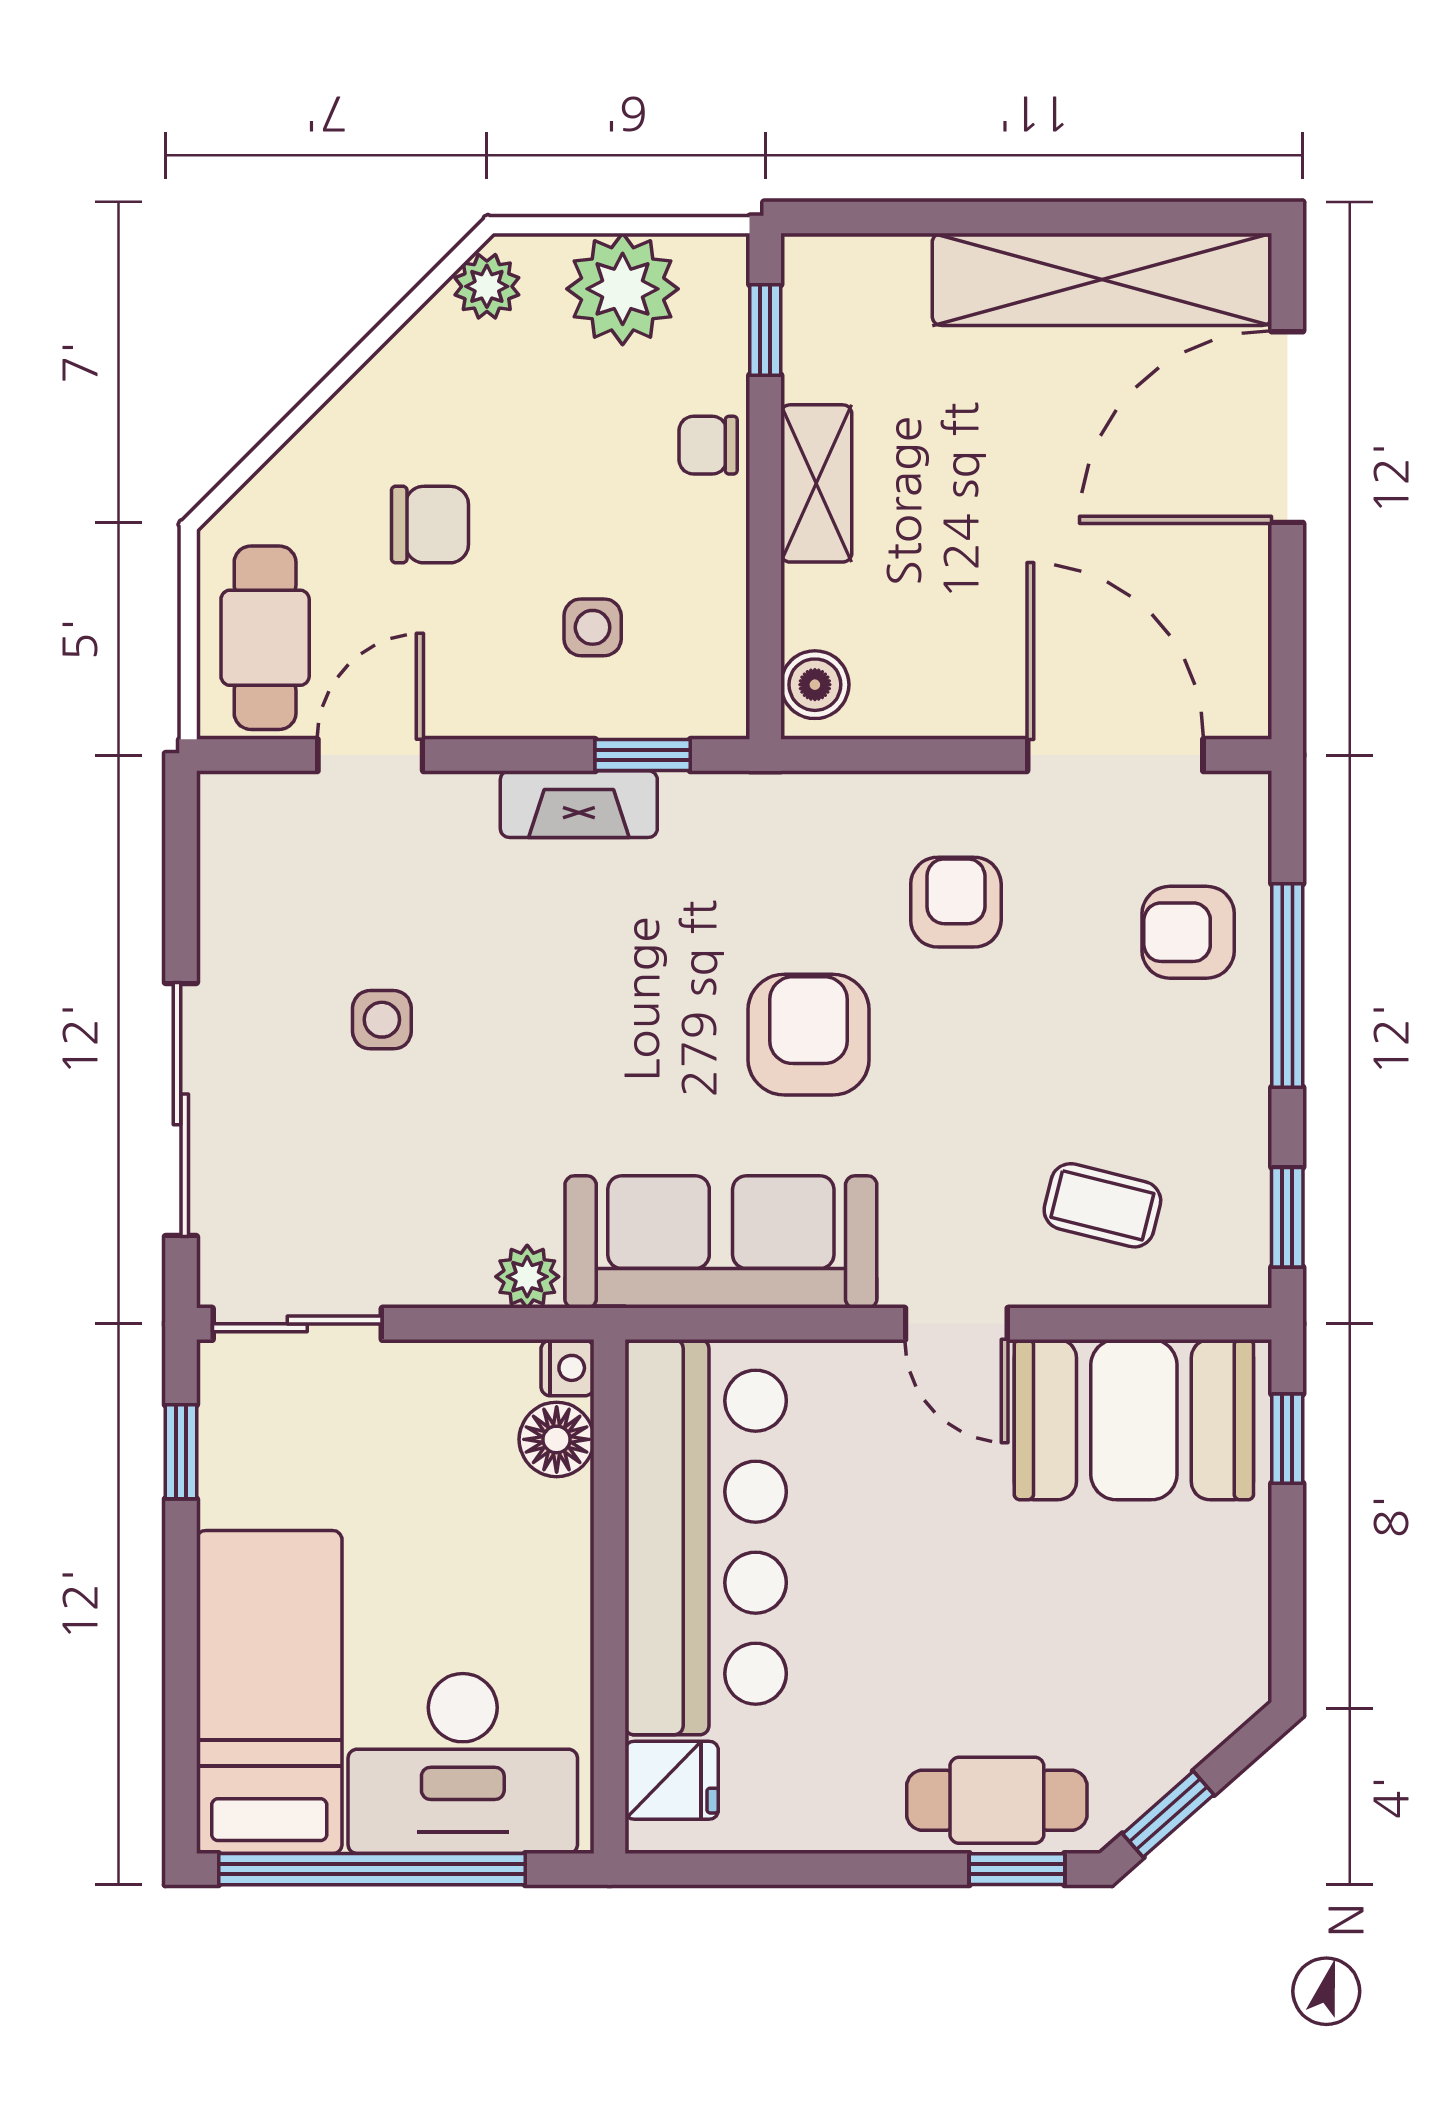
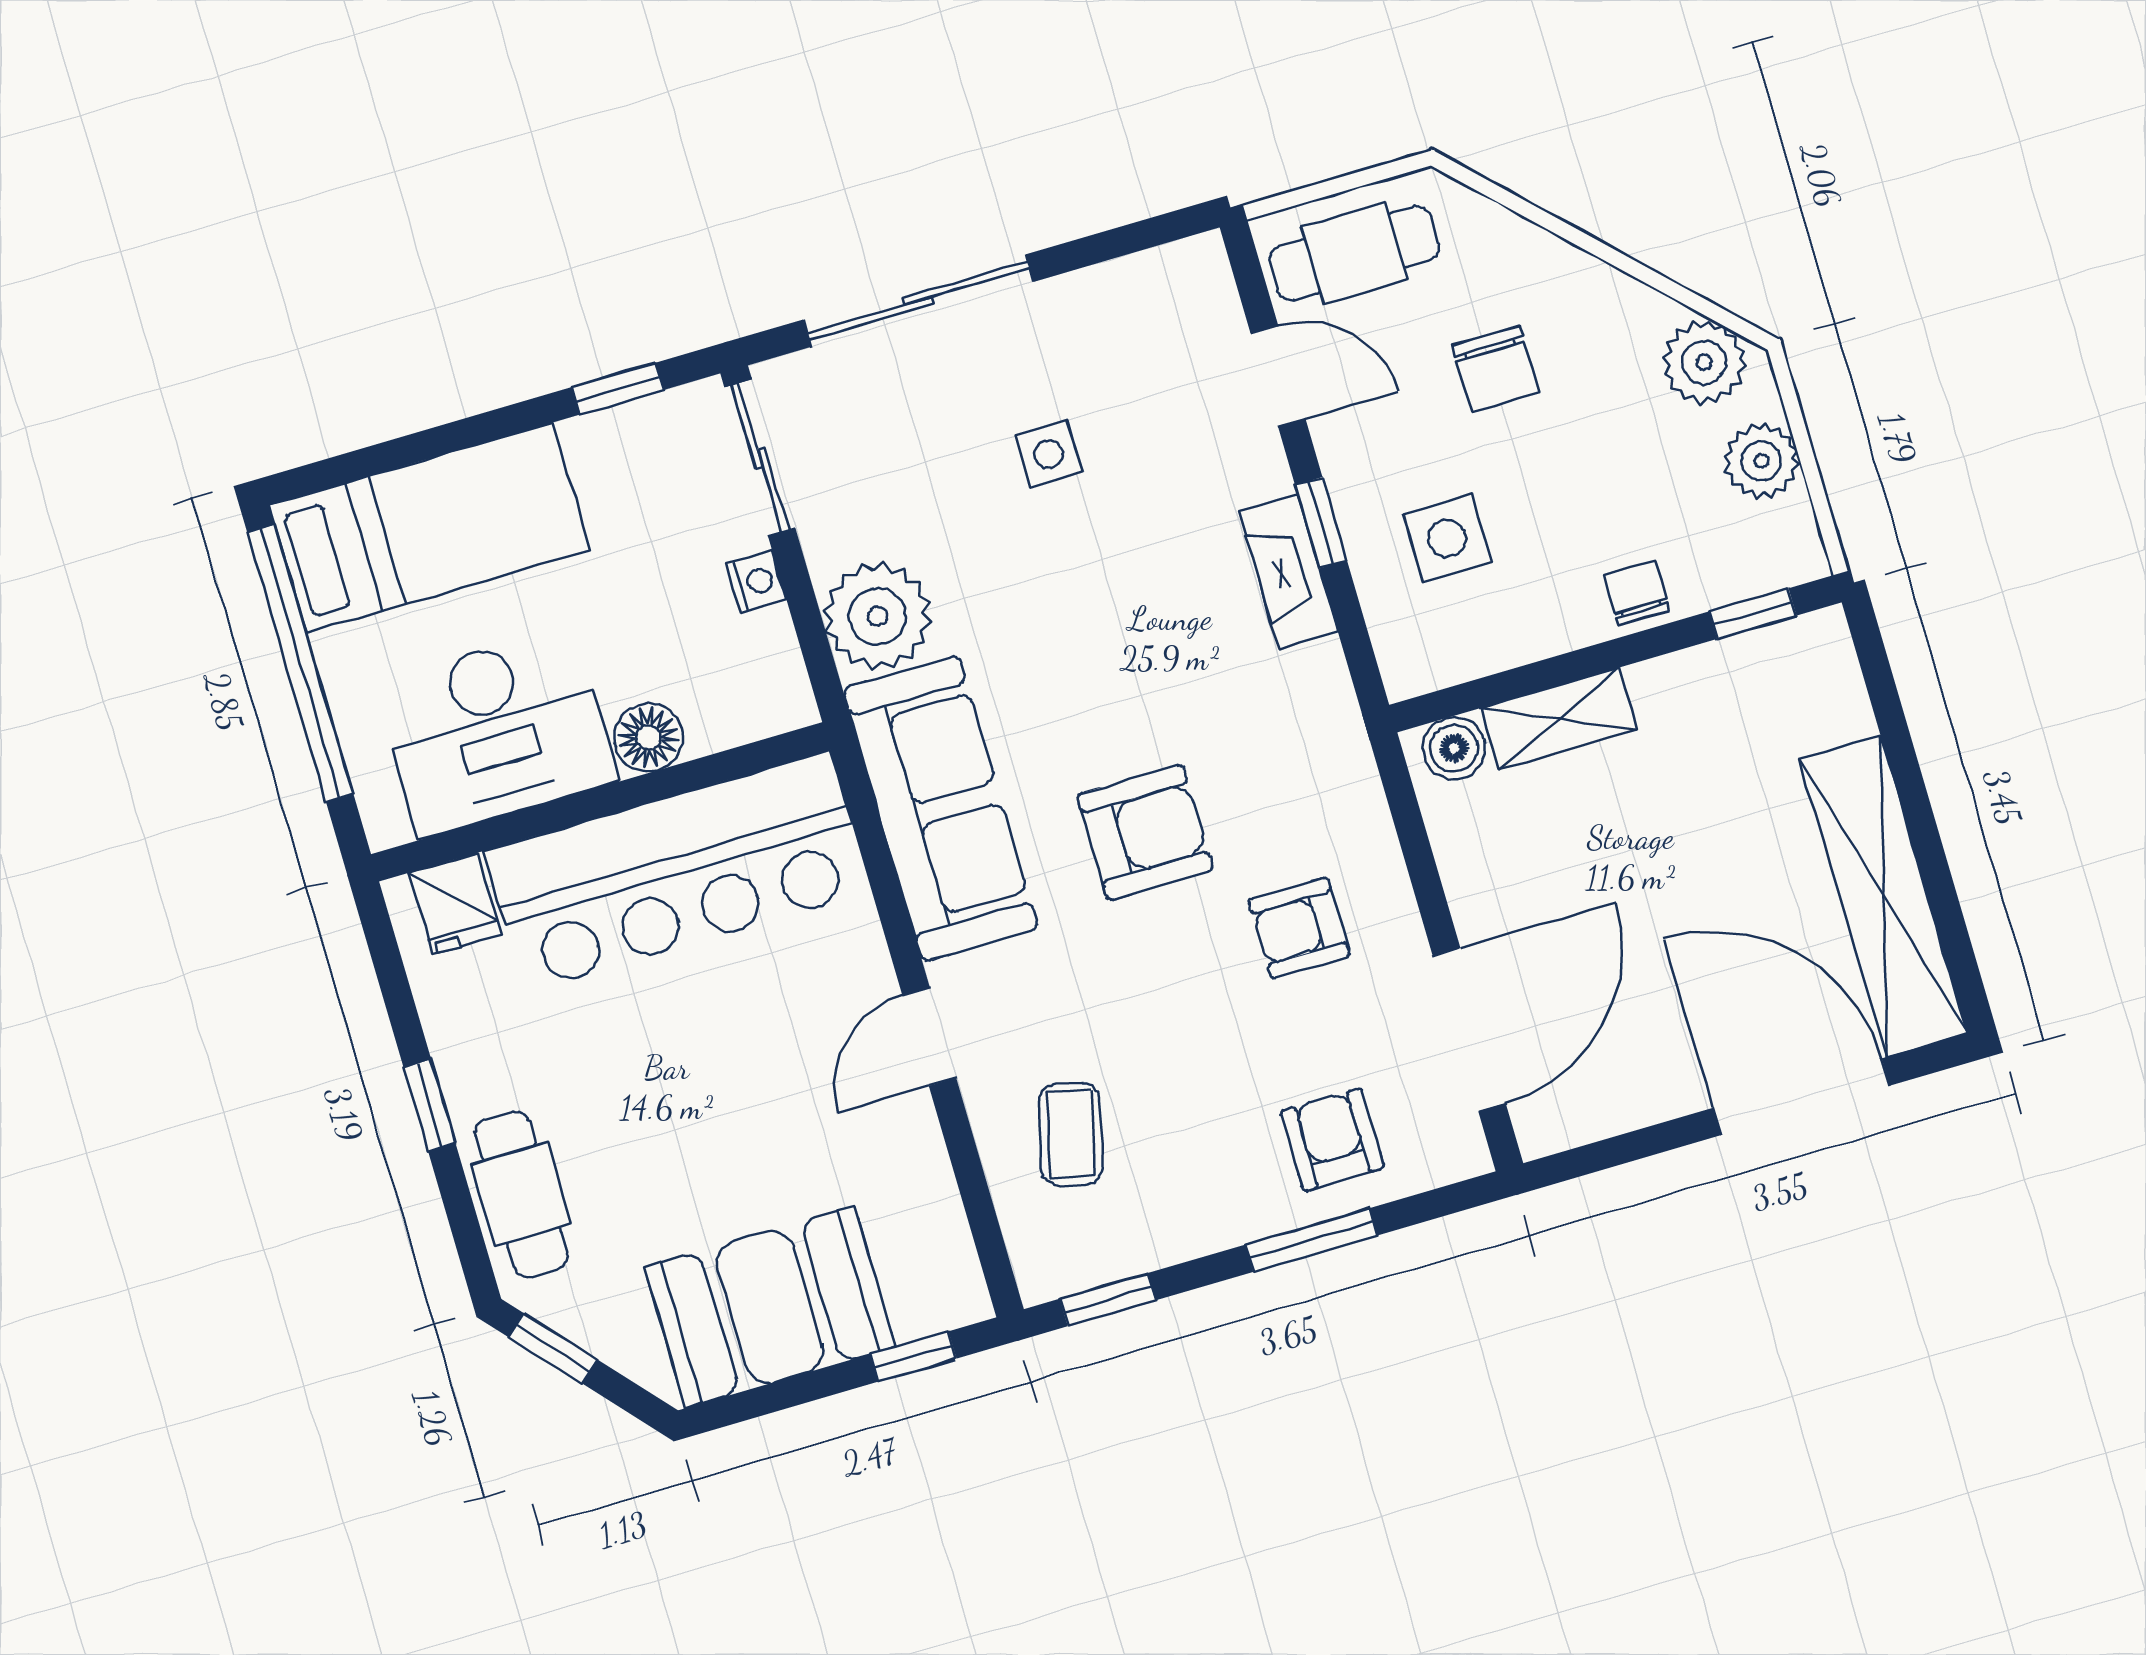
plant: (487, 286) -> (1704, 362), width x1.38, depth x1.38
plant: (623, 289) -> (1761, 461), width x0.73, depth x0.73
shelving: (816, 483) -> (1559, 719), moved
side table: (593, 627) -> (1447, 538), width x1.37, depth x1.37
window: (643, 755) -> (1321, 523), moved
armchair: (956, 902) -> (1299, 928), turned 180
window: (1287, 985) -> (1311, 1240), width x0.69
plant: (527, 1277) -> (878, 616), width x1.87, depth x1.87
nightstand: (567, 1368) -> (756, 582), moved, turned -90
booth: (1134, 1420) -> (770, 1307), moved, turned 90
floor lamp: (557, 1439) -> (648, 738), moved
desk: (463, 1764) -> (496, 732), moved, turned -90
window: (1017, 1869) -> (430, 1105), moved

